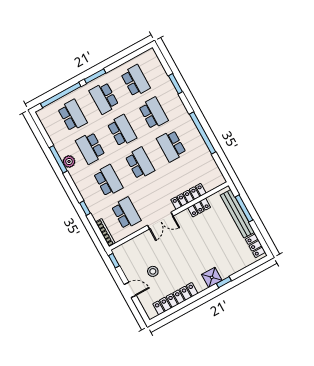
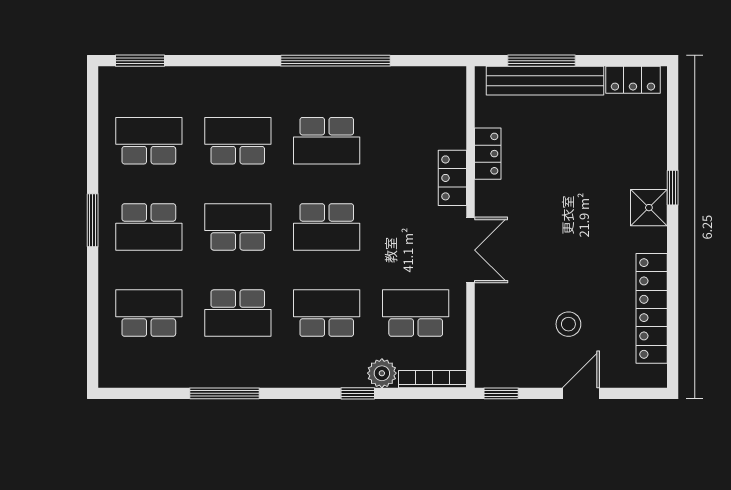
window: (175, 84) -> (140, 61), moved
window: (61, 95) -> (93, 314), removed
plant: (69, 162) -> (382, 373), moved
school desk: (140, 163) -> (327, 227), turned 180
locker: (188, 197) -> (452, 178), width x0.66

